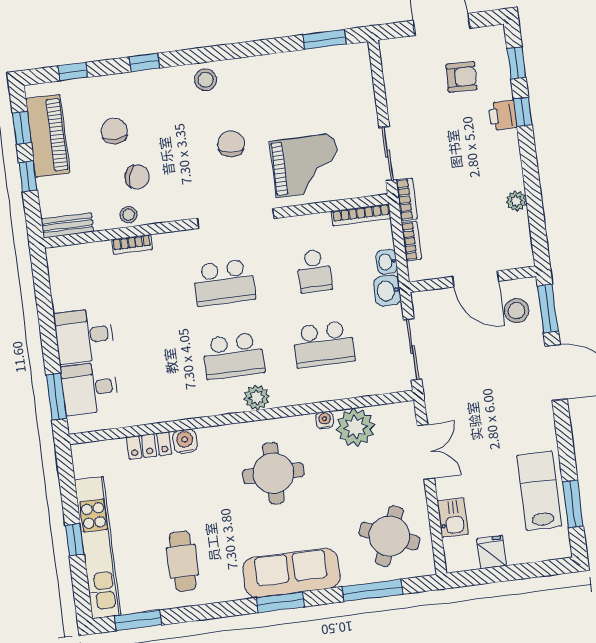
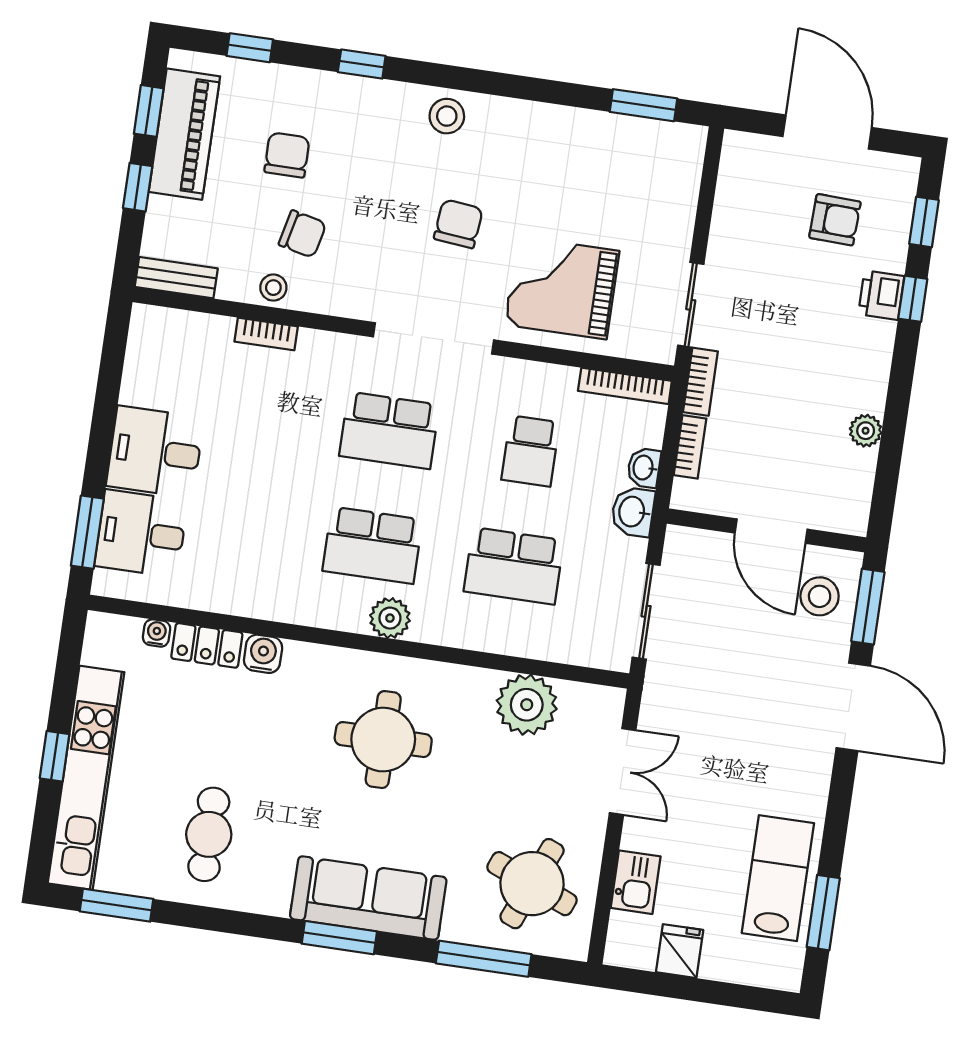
grand piano: (306, 165) -> (562, 288), turned 180
water cooler: (325, 420) -> (157, 633), moved

